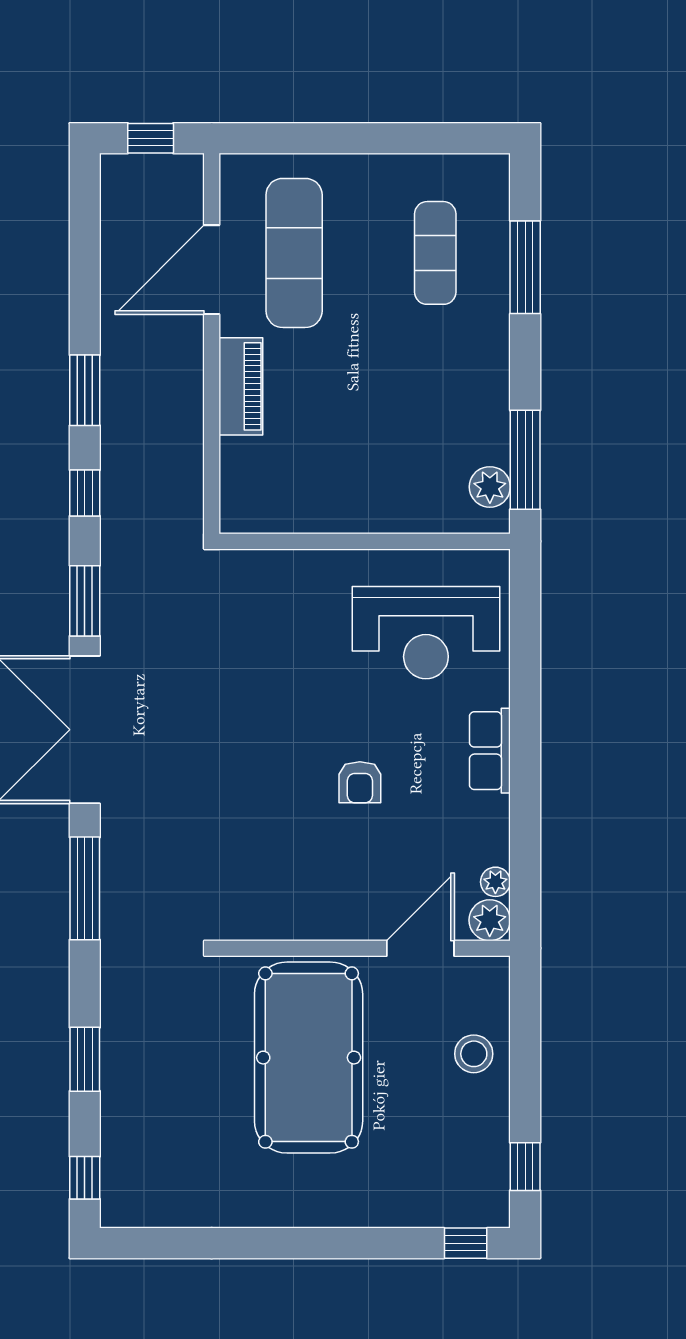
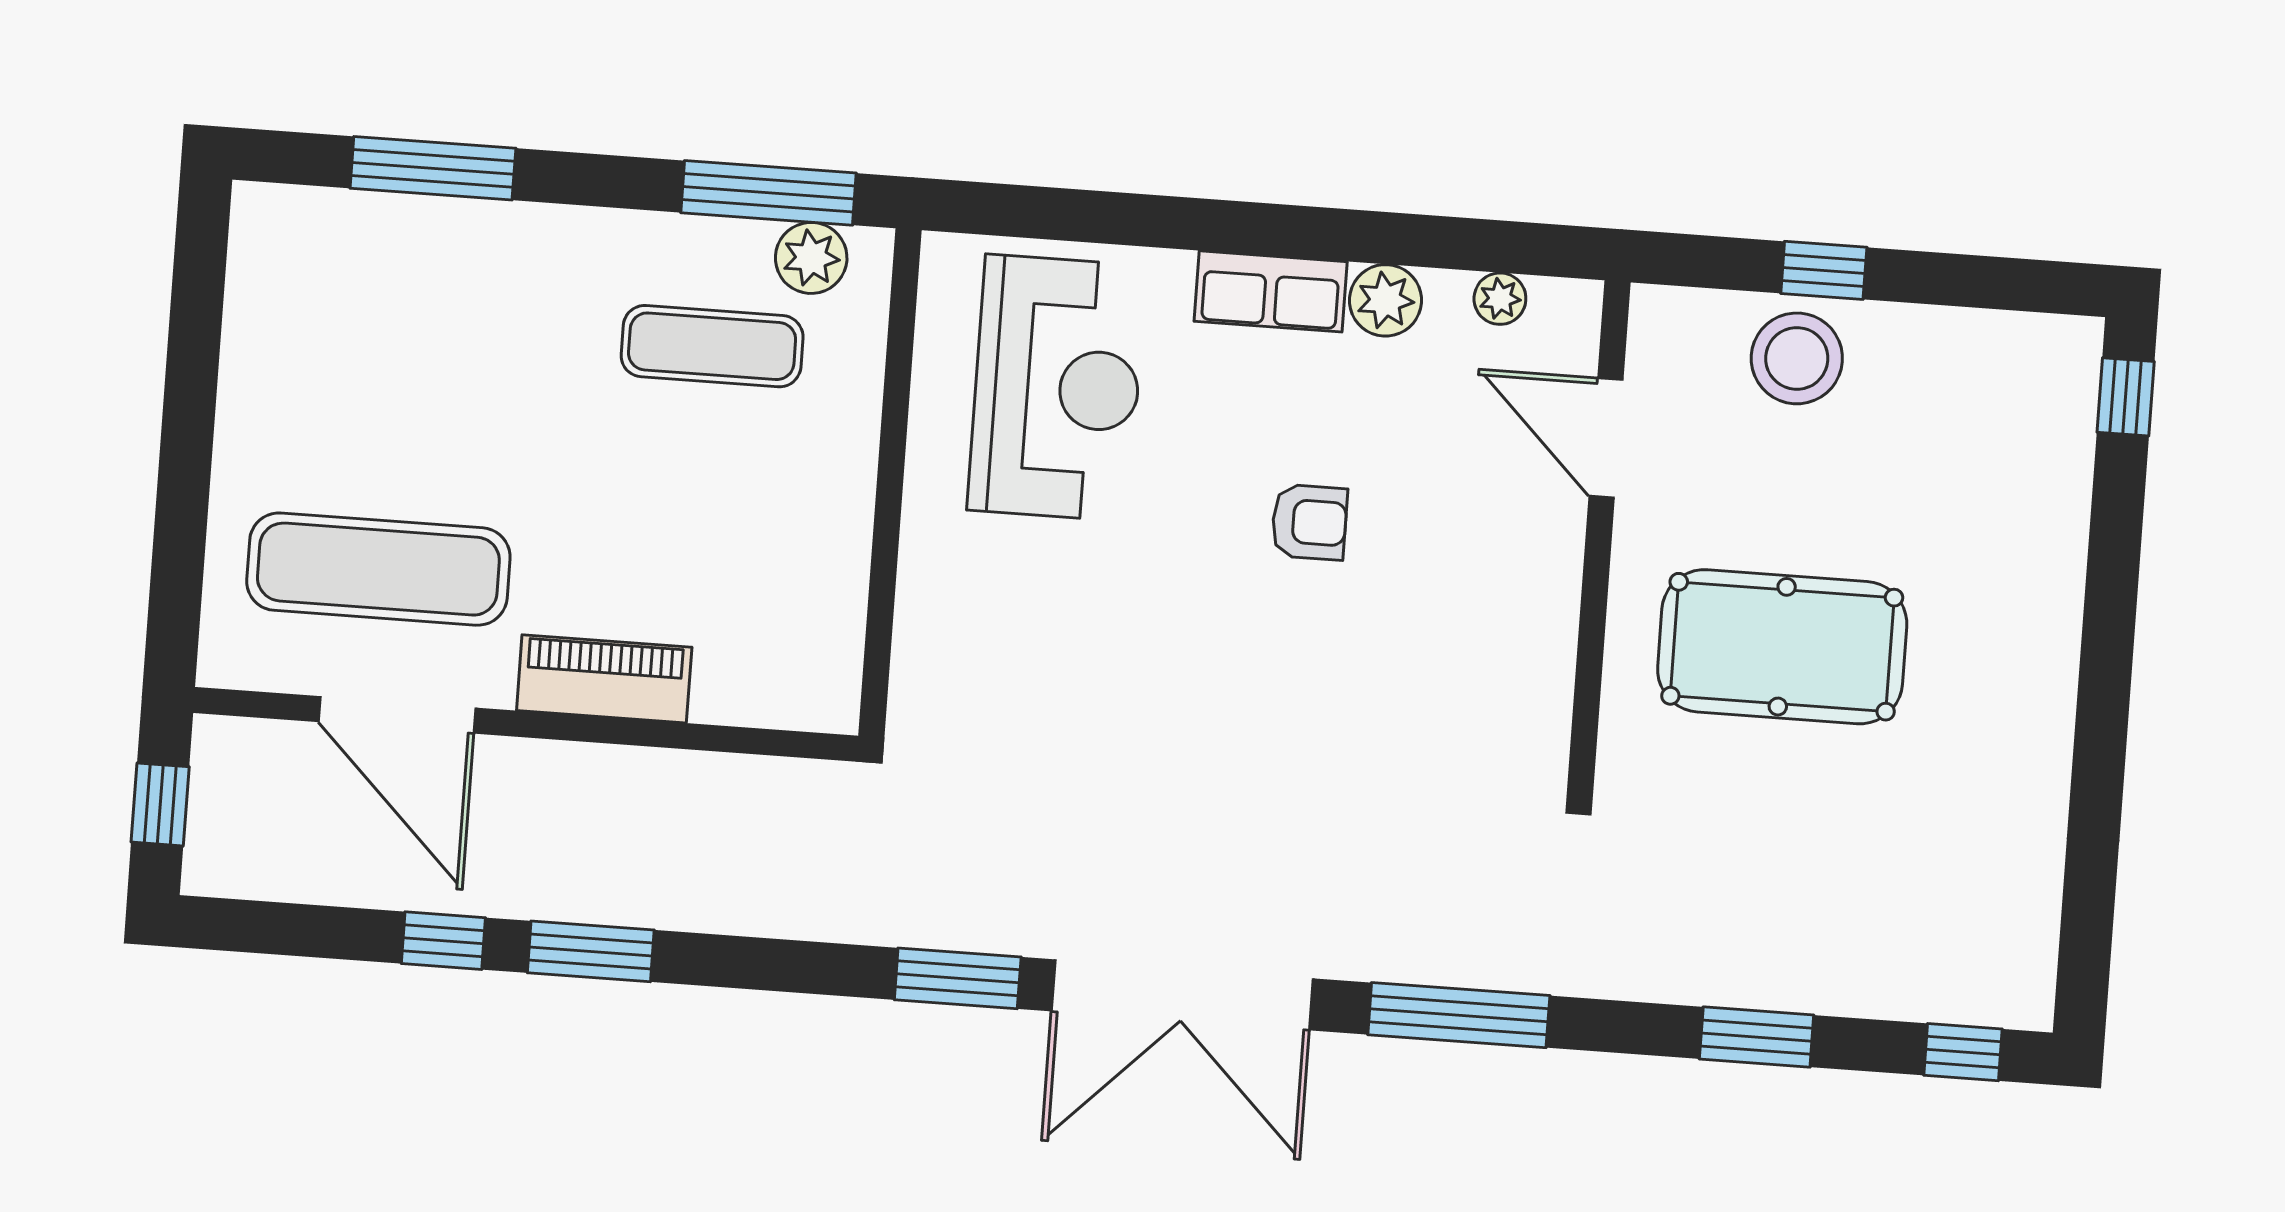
exercise mat: (435, 253) -> (712, 346), moved
window: (85, 493) -> (443, 941), moved
plant: (490, 920) -> (1385, 300), moved
stool: (474, 1054) -> (1797, 358), width x1.38, depth x1.38
pool table: (309, 1058) -> (1782, 647), width x0.73, depth x0.76
window: (525, 1167) -> (1824, 270), moved

